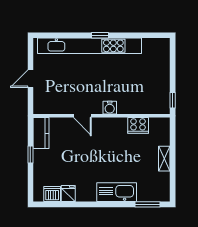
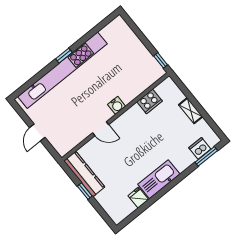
kitchen counter: (41, 133) -> (84, 174), width x1.50
kitchen sink: (117, 192) -> (159, 179), moved
dishwasher: (52, 194) -> (200, 148), moved

